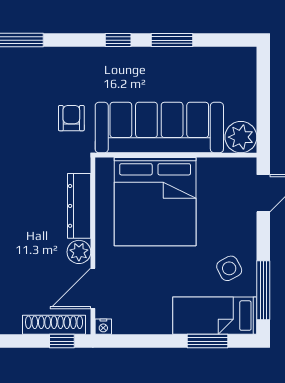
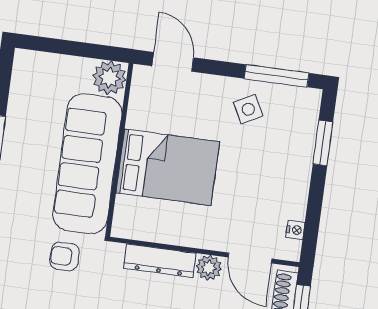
bed: (155, 202) -> (168, 167), width x0.73
bed: (215, 316) -> (297, 131), removed
nightstand: (103, 327) -> (295, 230), moved

